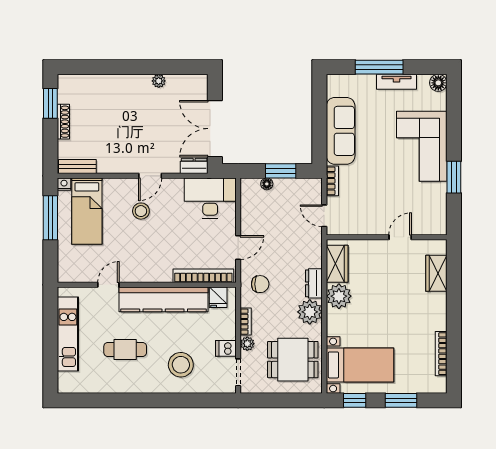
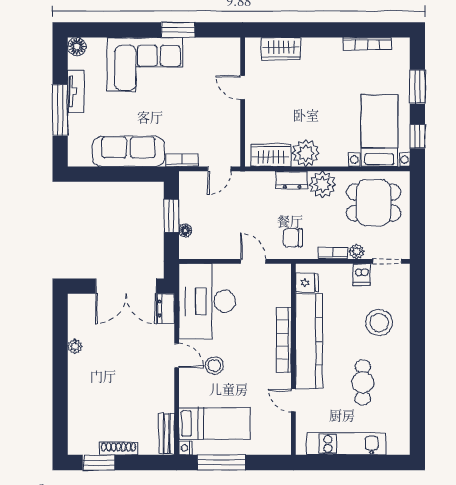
desk: (210, 198) -> (207, 301), width x1.36, depth x1.30
bookcase: (203, 276) -> (284, 340), moved
chair: (260, 284) -> (293, 238), turned -90
dining table: (293, 360) -> (374, 203), turned 90

